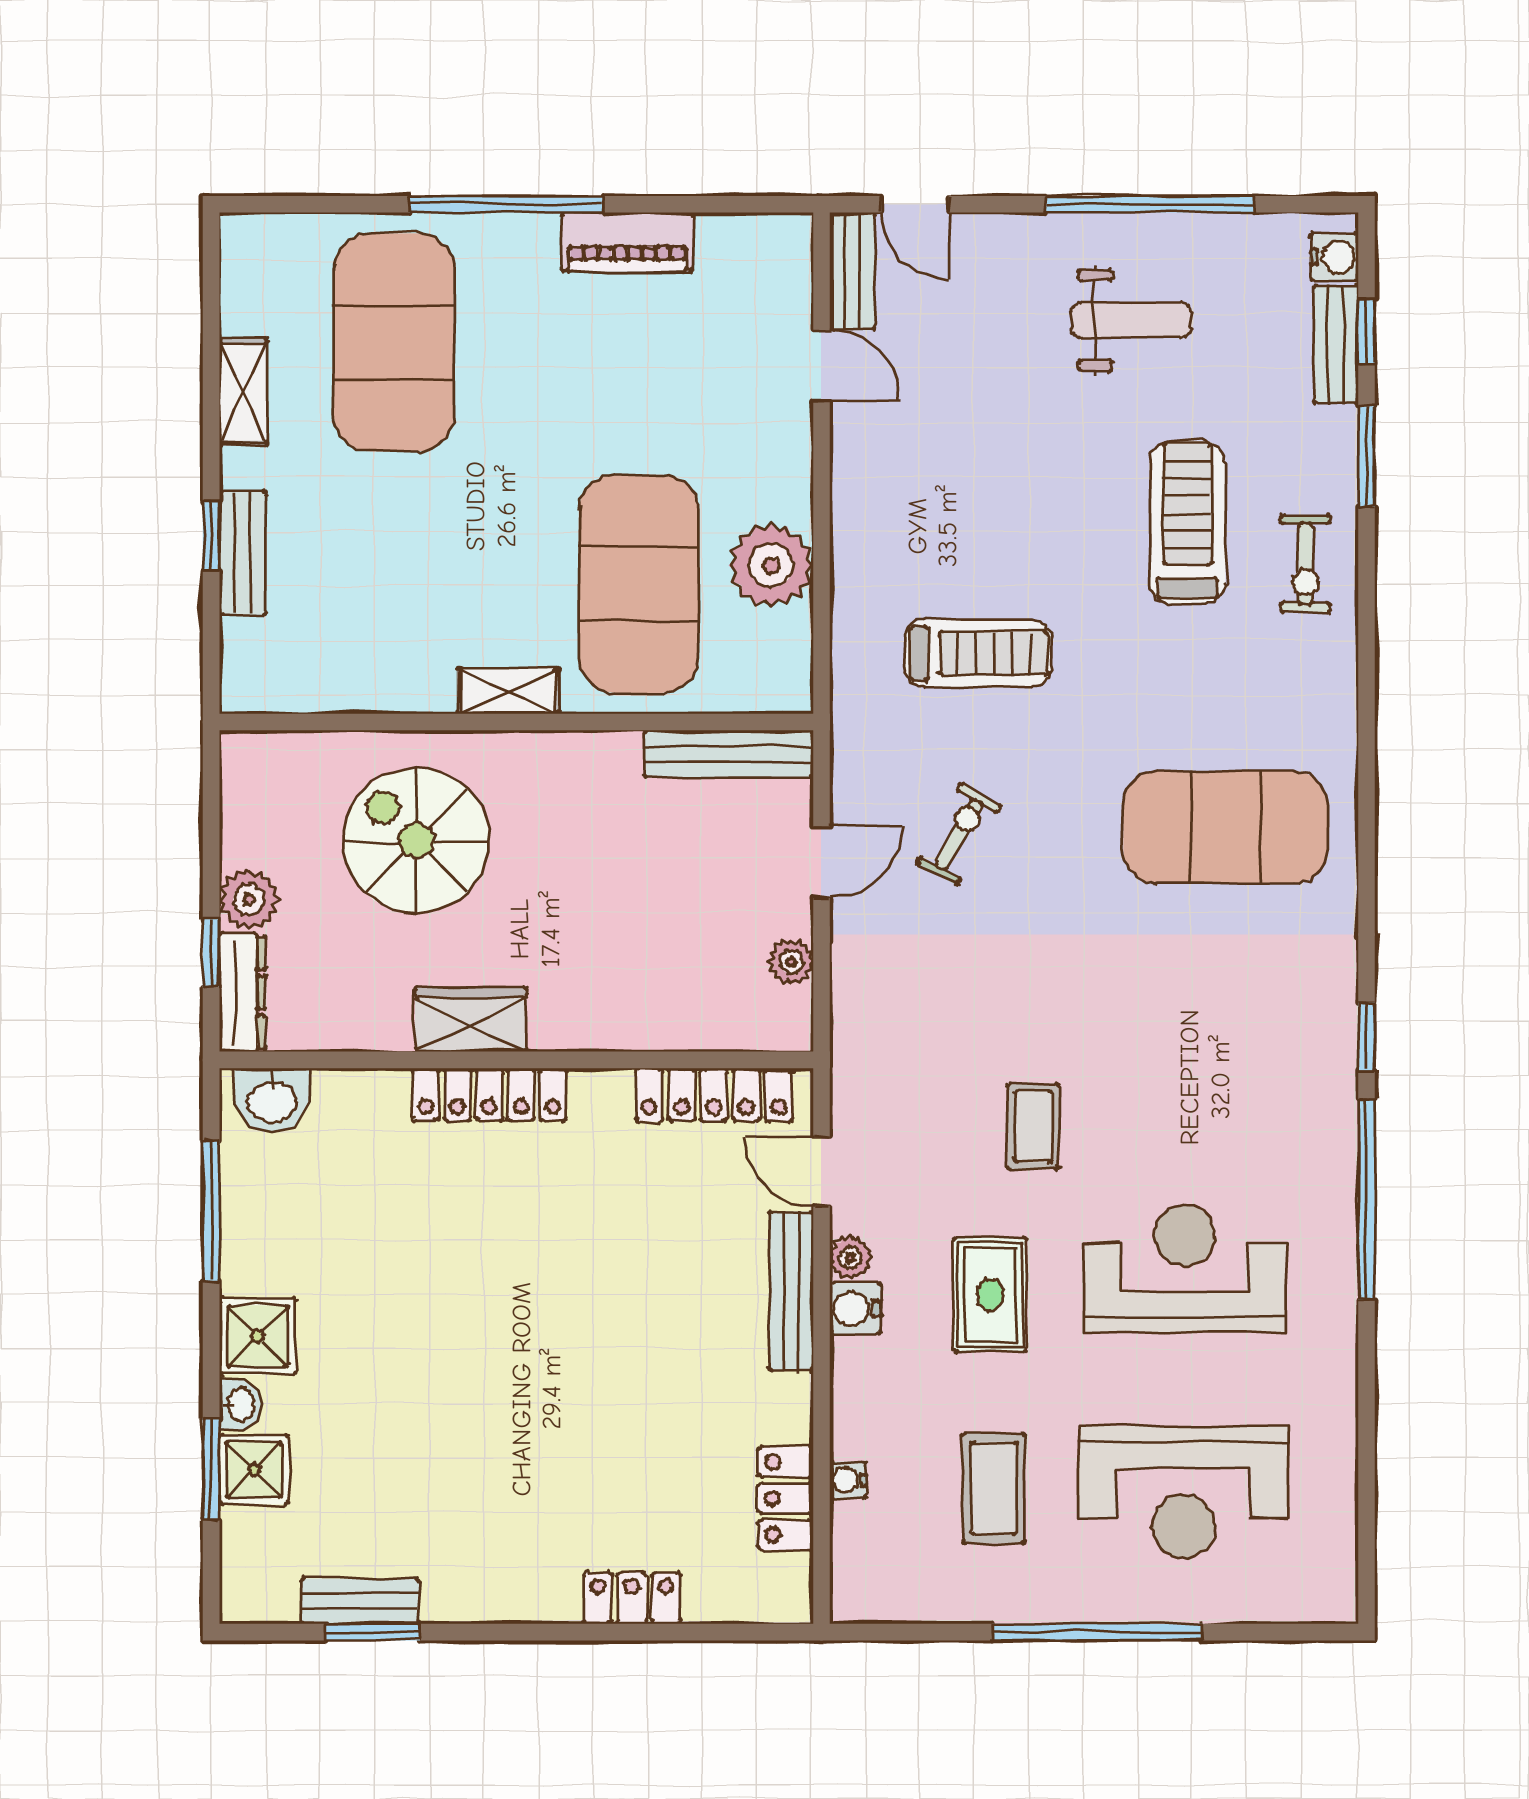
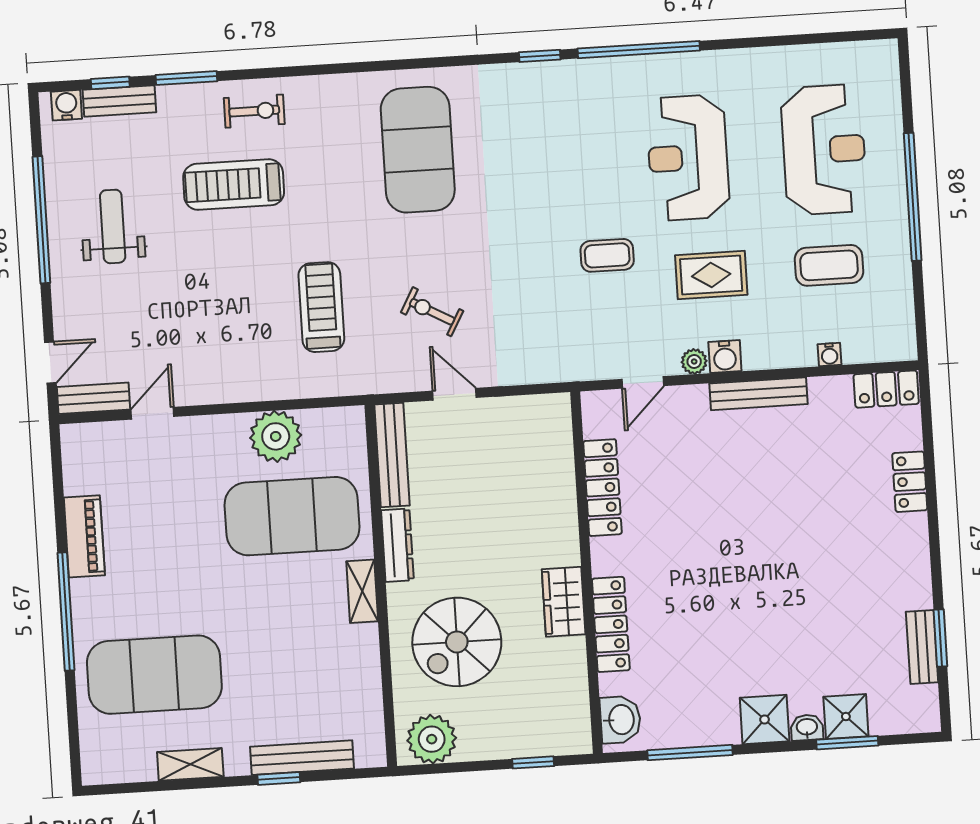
bench: (243, 553) -> (302, 758), width x1.36
plant: (249, 899) -> (432, 739), moved, width x1.36, depth x1.36
plant: (791, 962) -> (516, 409), removed
dresser: (242, 993) -> (397, 545), moved, turned 90
locker: (489, 1094) -> (611, 624), moved
locker: (714, 1095) -> (603, 488), moved
bench: (791, 1291) -> (759, 394), moved
locker: (786, 1498) -> (886, 389), moved

